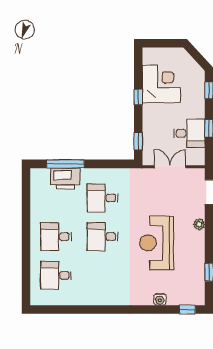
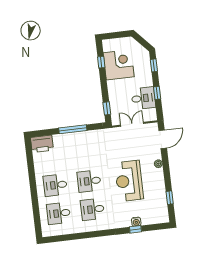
window: (138, 97) -> (101, 62), moved
window: (65, 164) -> (73, 129), moved
printer: (65, 179) -> (42, 144), moved
desk: (103, 198) -> (92, 209), moved
window: (187, 310) -> (135, 229), moved

